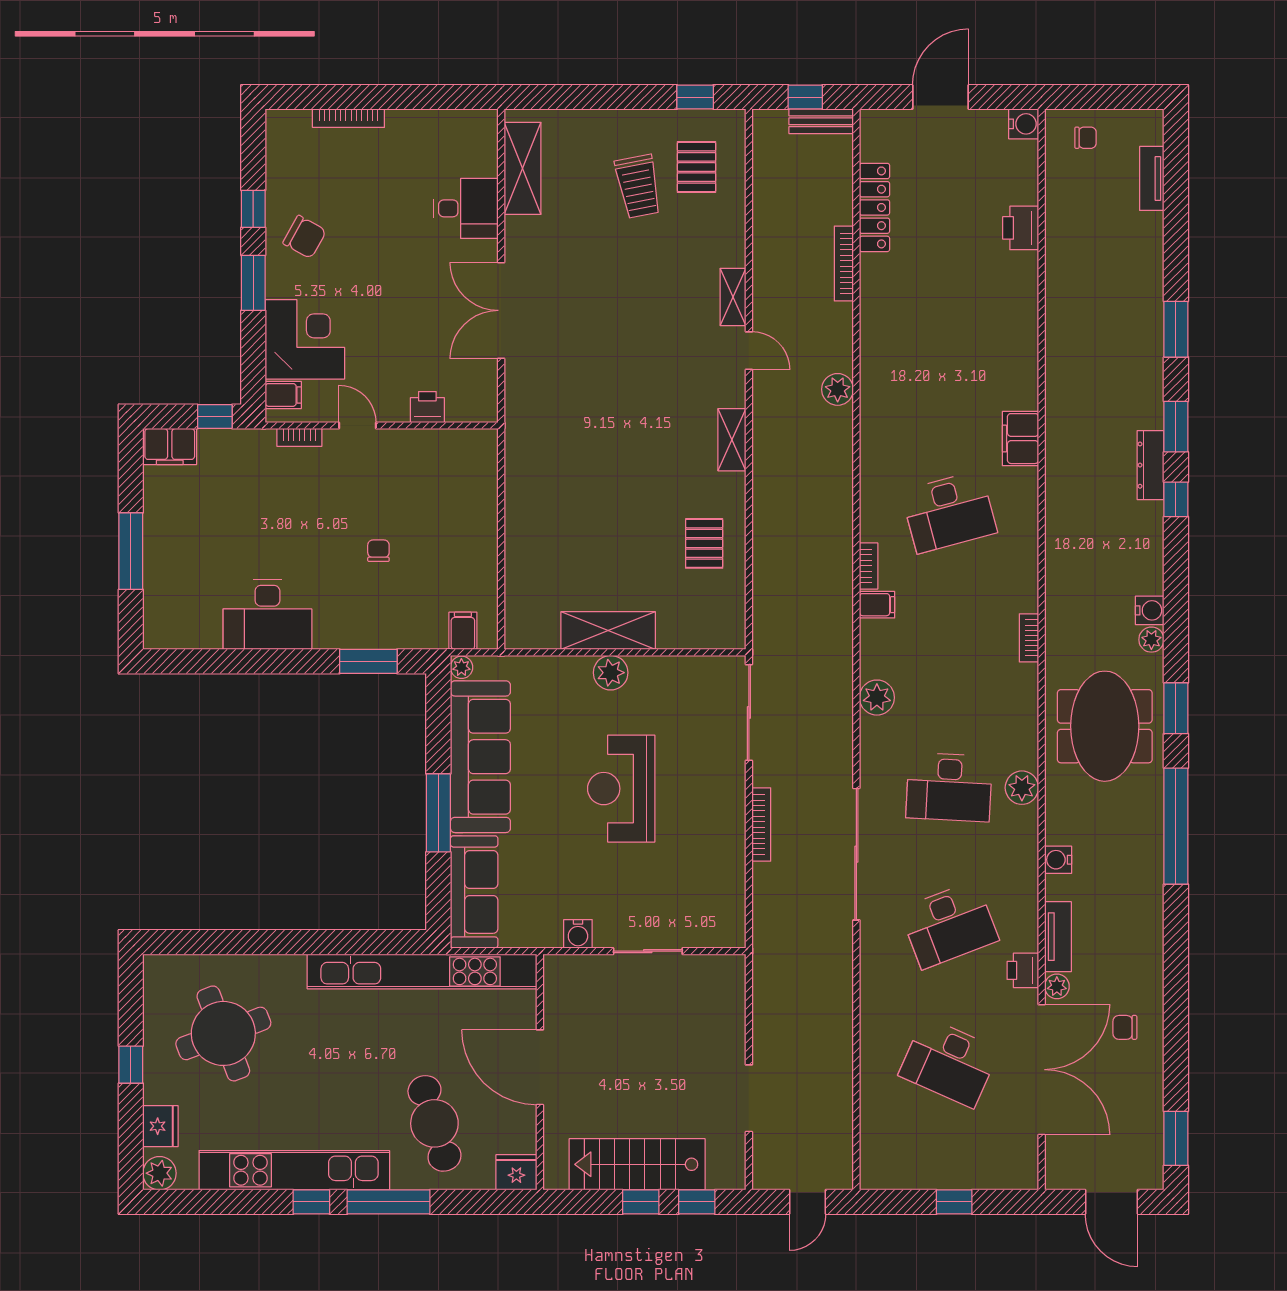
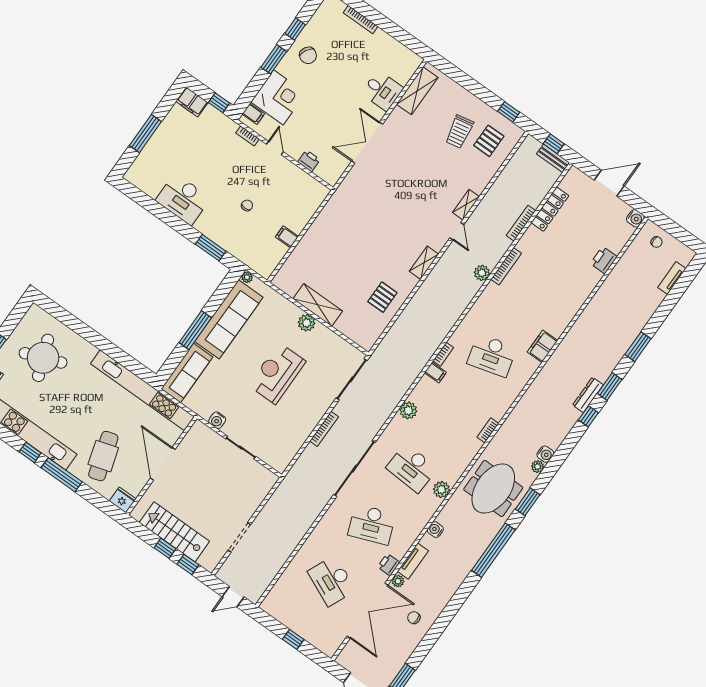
bookcase: (869, 351) -> (506, 266), added
filing cabinet: (463, 631) -> (287, 237), moved, turned -90

